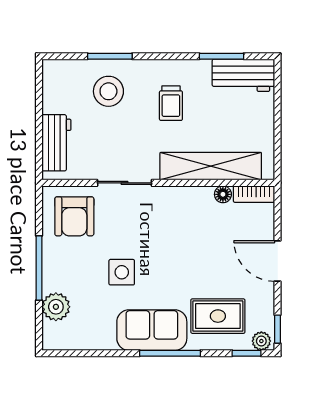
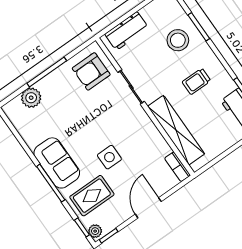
floor lamp: (223, 194) -> (165, 149), removed
side table: (122, 272) -> (109, 157), moved
rug: (218, 316) -> (92, 196), turned 90

